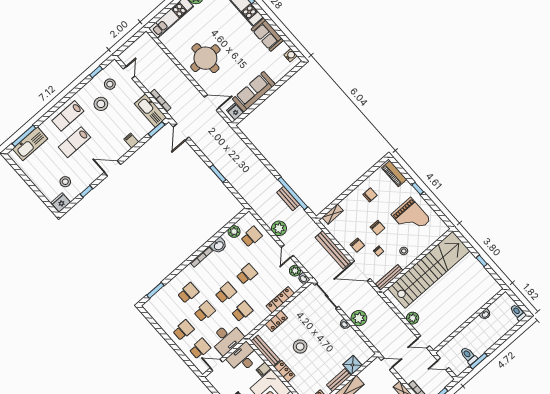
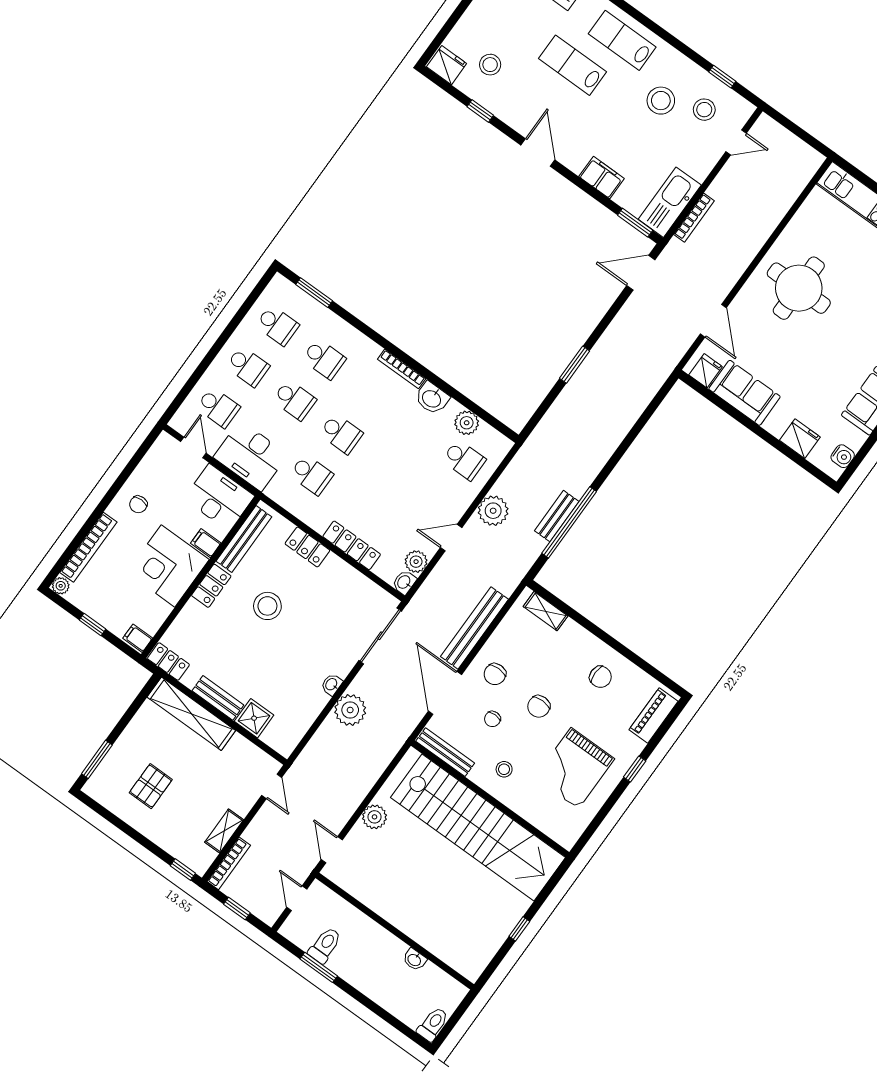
fridge: (278, 74) -> (800, 439), added
sofa: (254, 92) -> (745, 393), width x0.73
filing cabinet: (131, 141) -> (602, 178), width x2.00
school desk: (247, 274) -> (277, 325), moved

